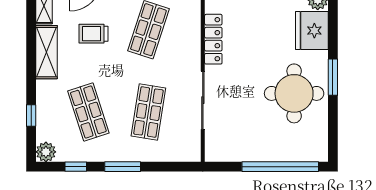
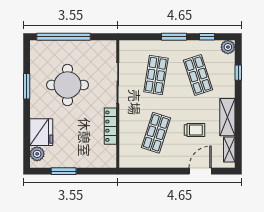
window: (333, 77) -> (27, 86), moved
round table: (294, 93) -> (68, 85), moved

